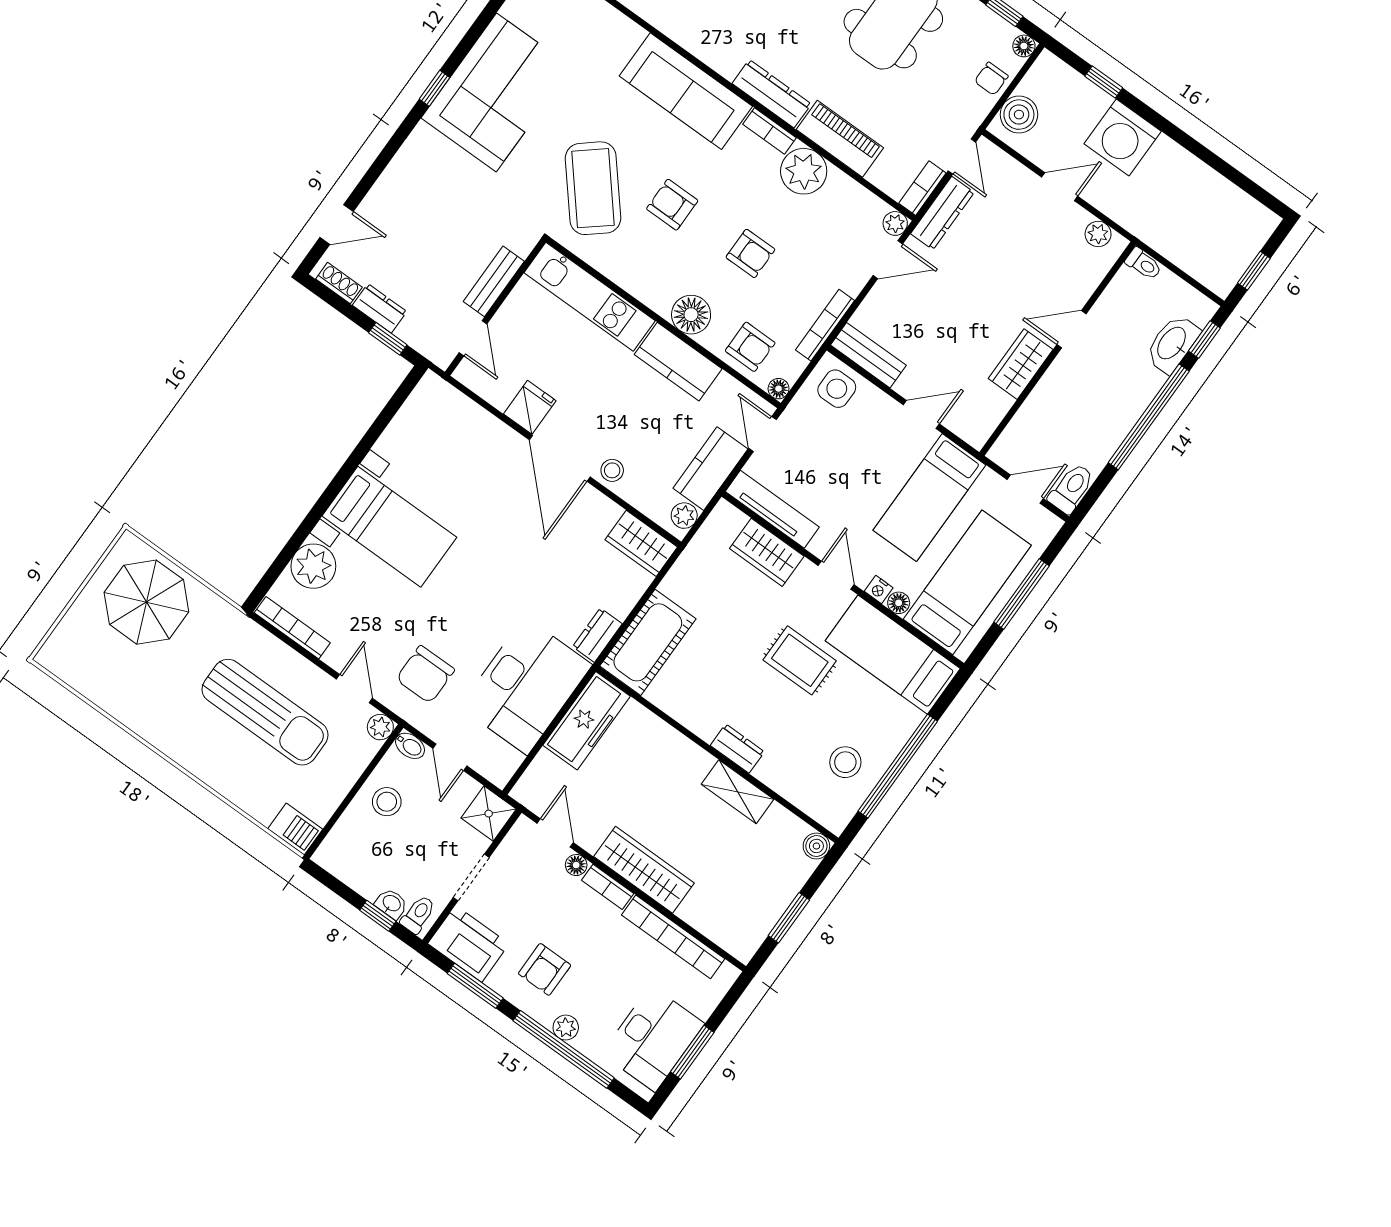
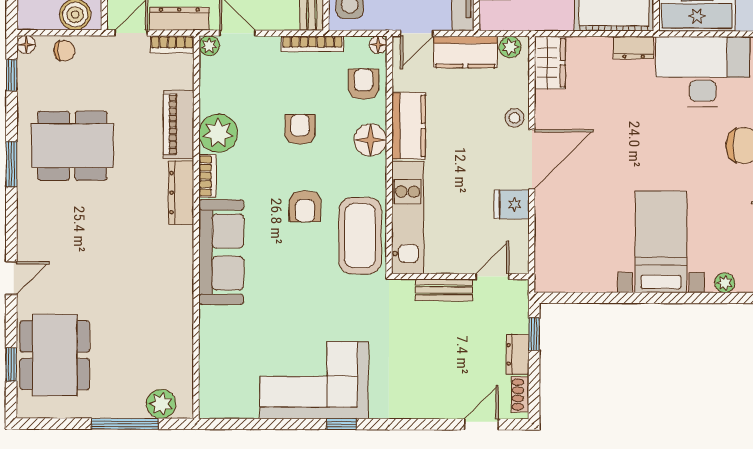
coffee table: (593, 188) -> (360, 236), moved, turned -50
door: (337, 224) -> (481, 424), hinge flipped
plant: (313, 566) -> (725, 283), width x0.53, depth x0.53

